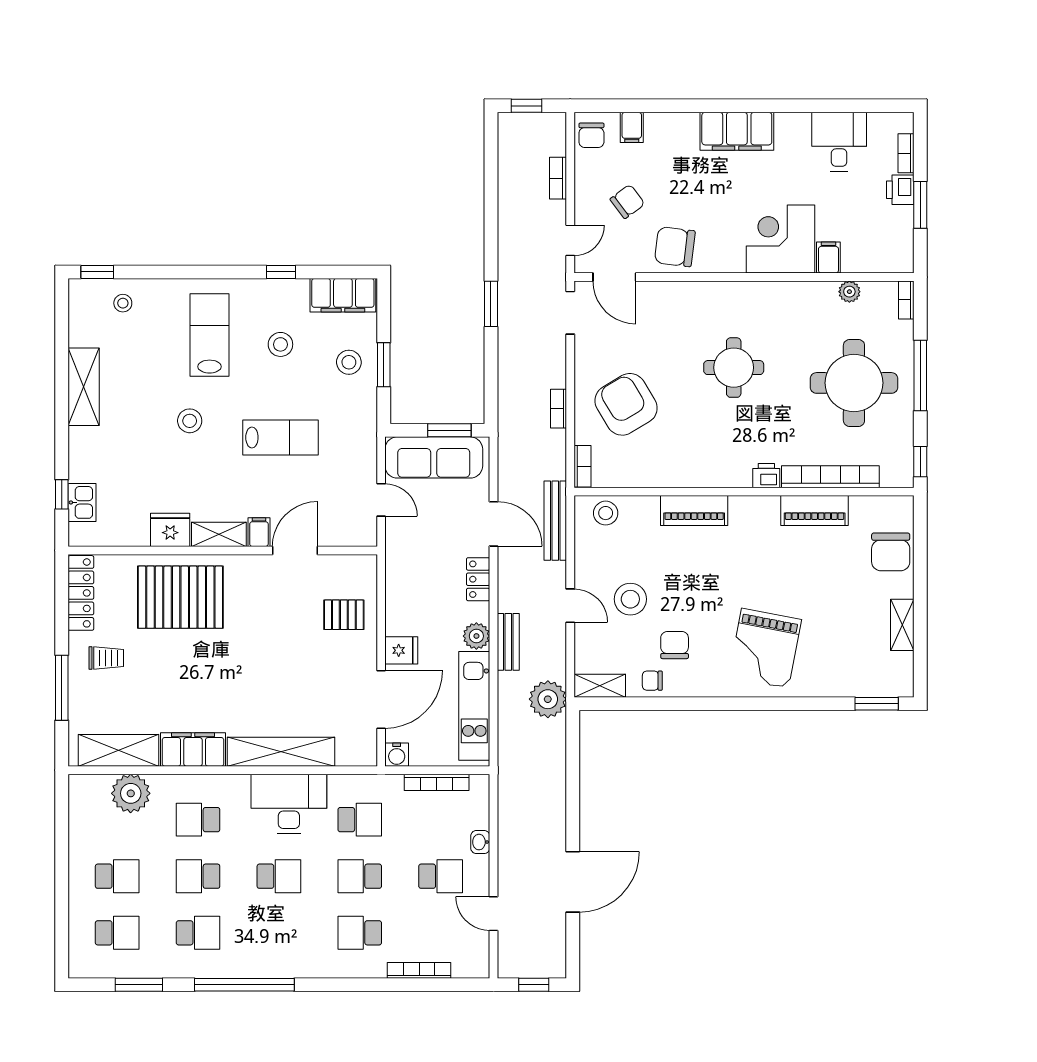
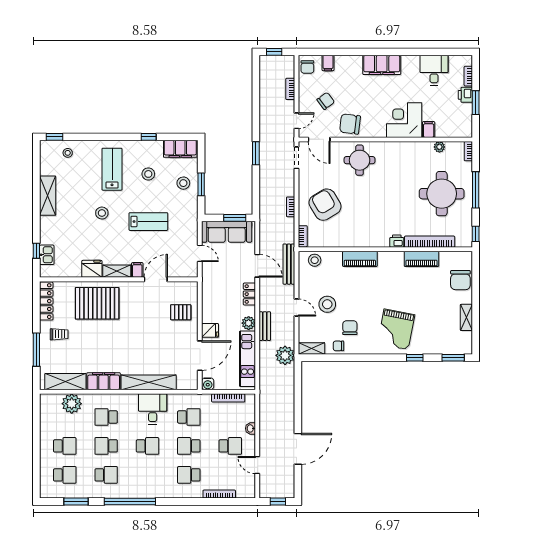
round table: (734, 368) -> (360, 160), moved
window: (801, 704) -> (415, 358), added
desk: (289, 804) -> (153, 409), width x0.73

